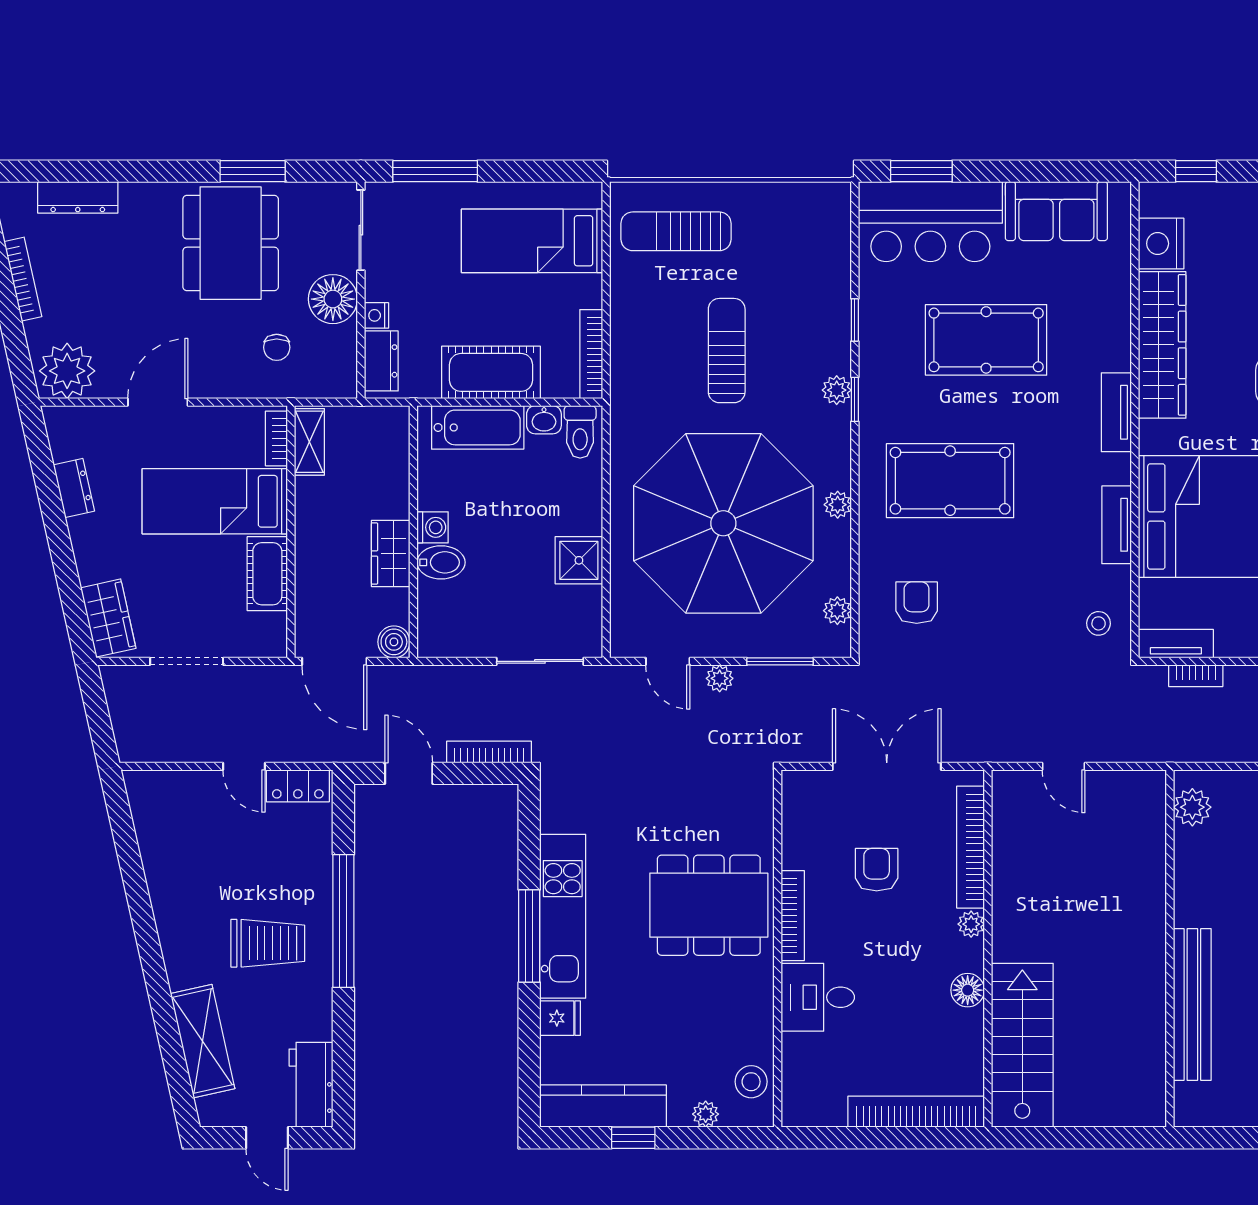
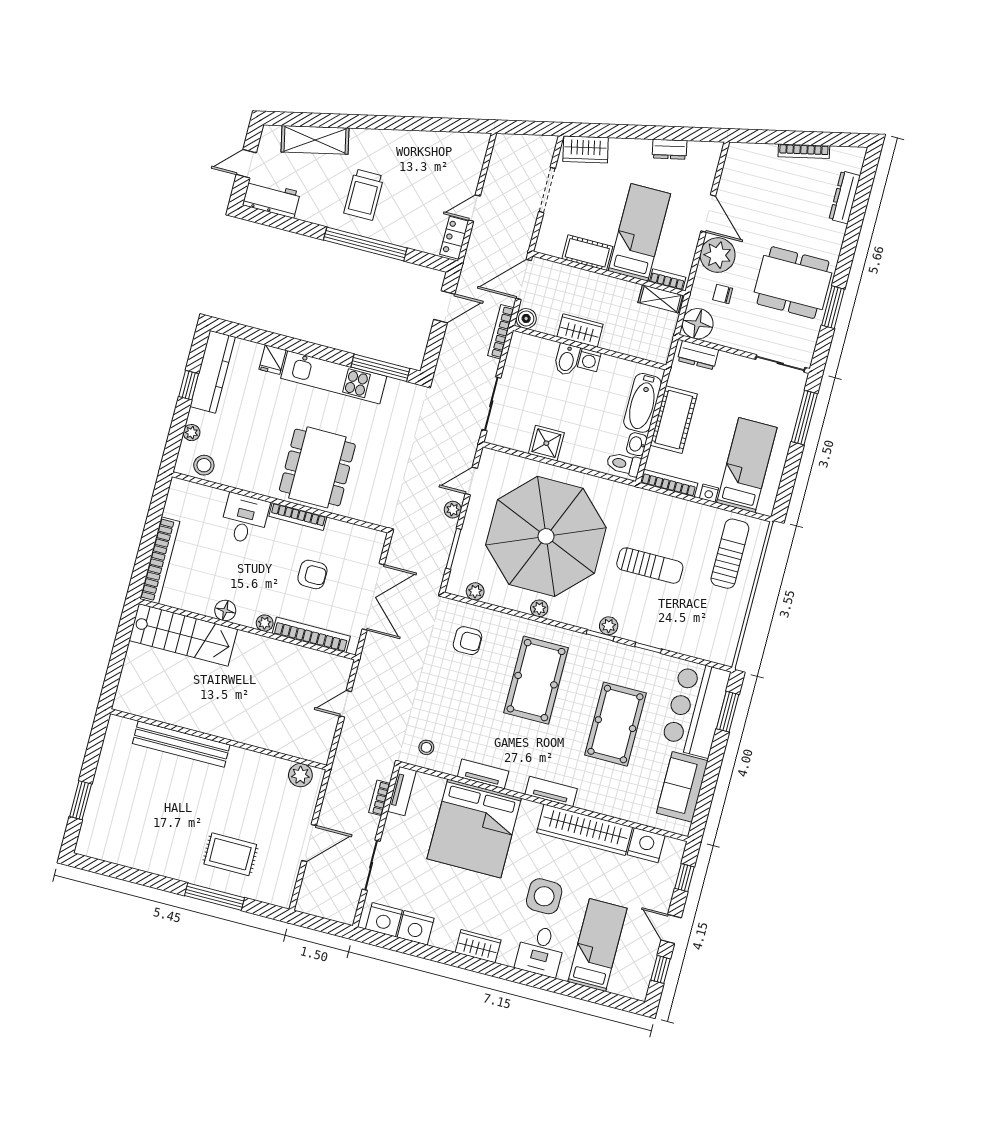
floor lamp: (333, 299) -> (698, 324), moved
nightstand: (376, 315) -> (709, 493), moved, turned 180
plant: (67, 371) -> (718, 255), moved
bookcase: (489, 752) -> (501, 332), moved, turned 180
window: (529, 936) -> (380, 368), moved

